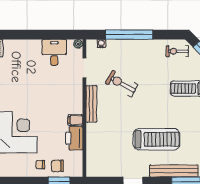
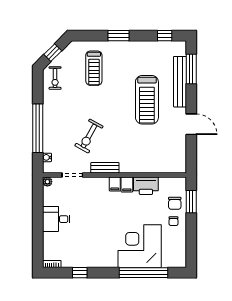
desk: (54, 52) -> (56, 219), moved
bench: (91, 104) -> (105, 168), width x0.73
filing cabinet: (76, 108) -> (115, 184), added
treadmill: (157, 139) -> (147, 100), turned 180

